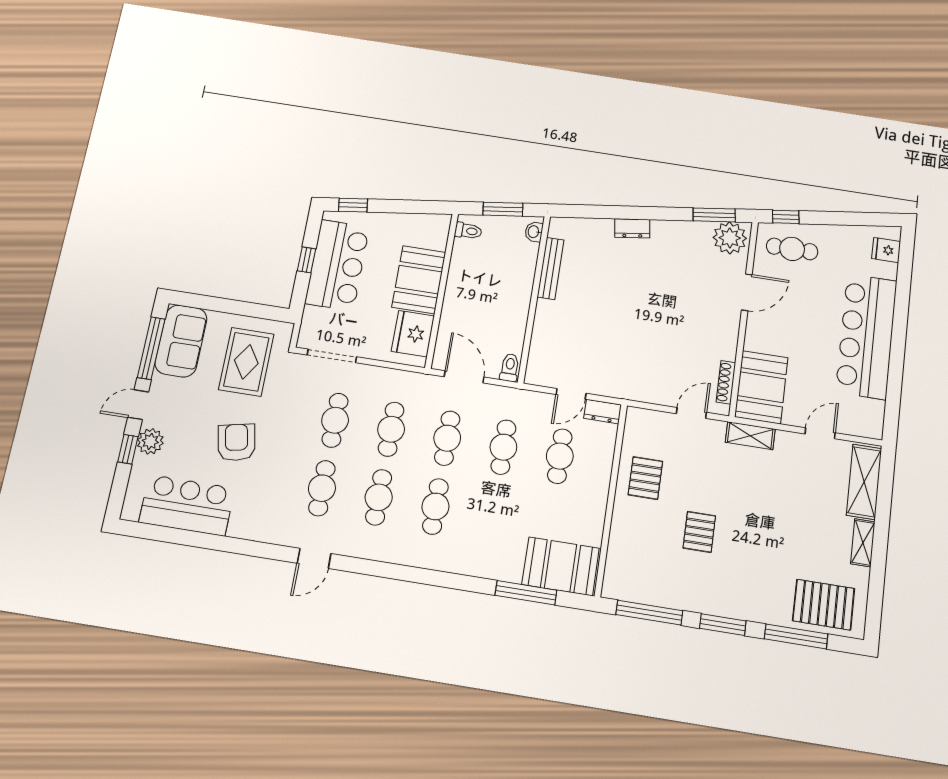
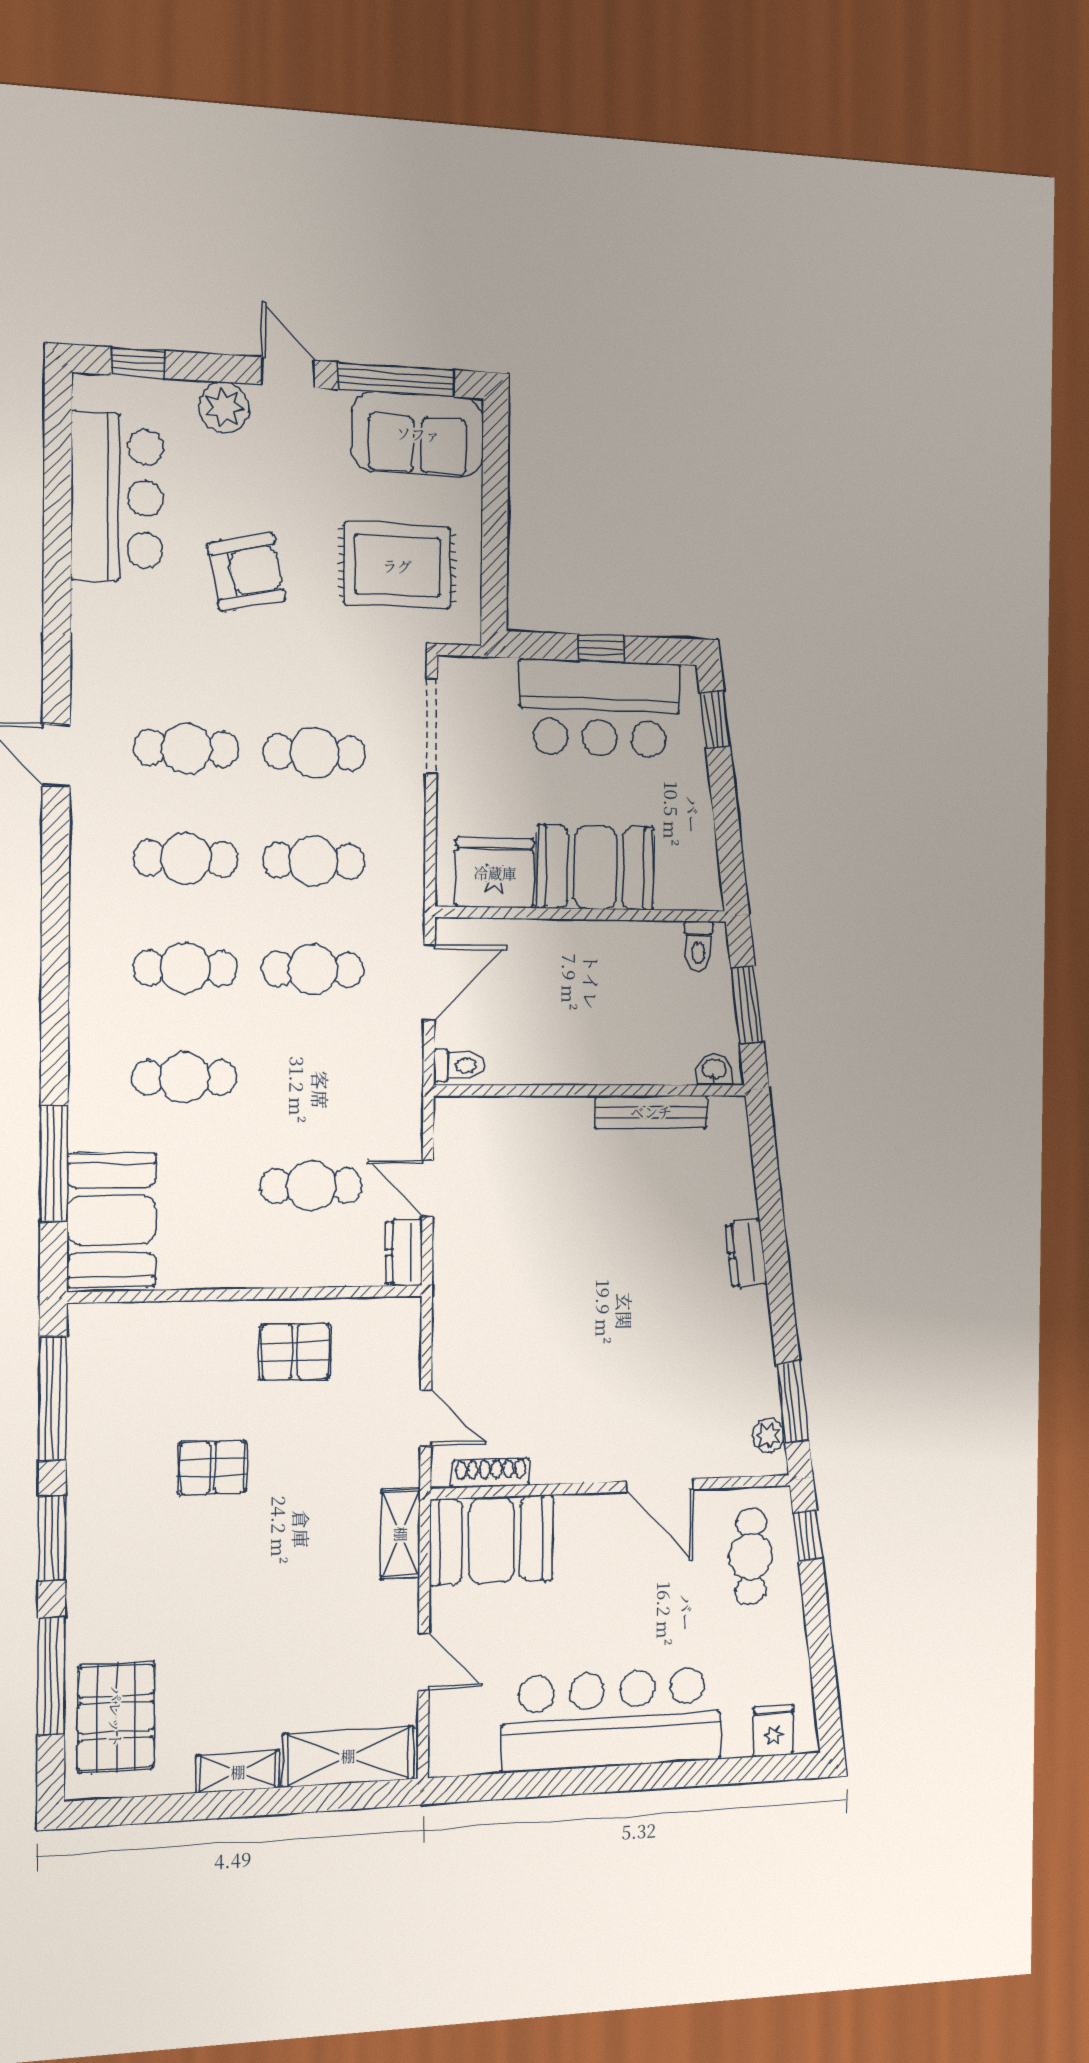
plant: (730, 238) -> (768, 1435), width x0.53, depth x0.53
cafe table: (503, 447) -> (184, 1078), moved
window: (128, 449) -> (138, 363), moved

